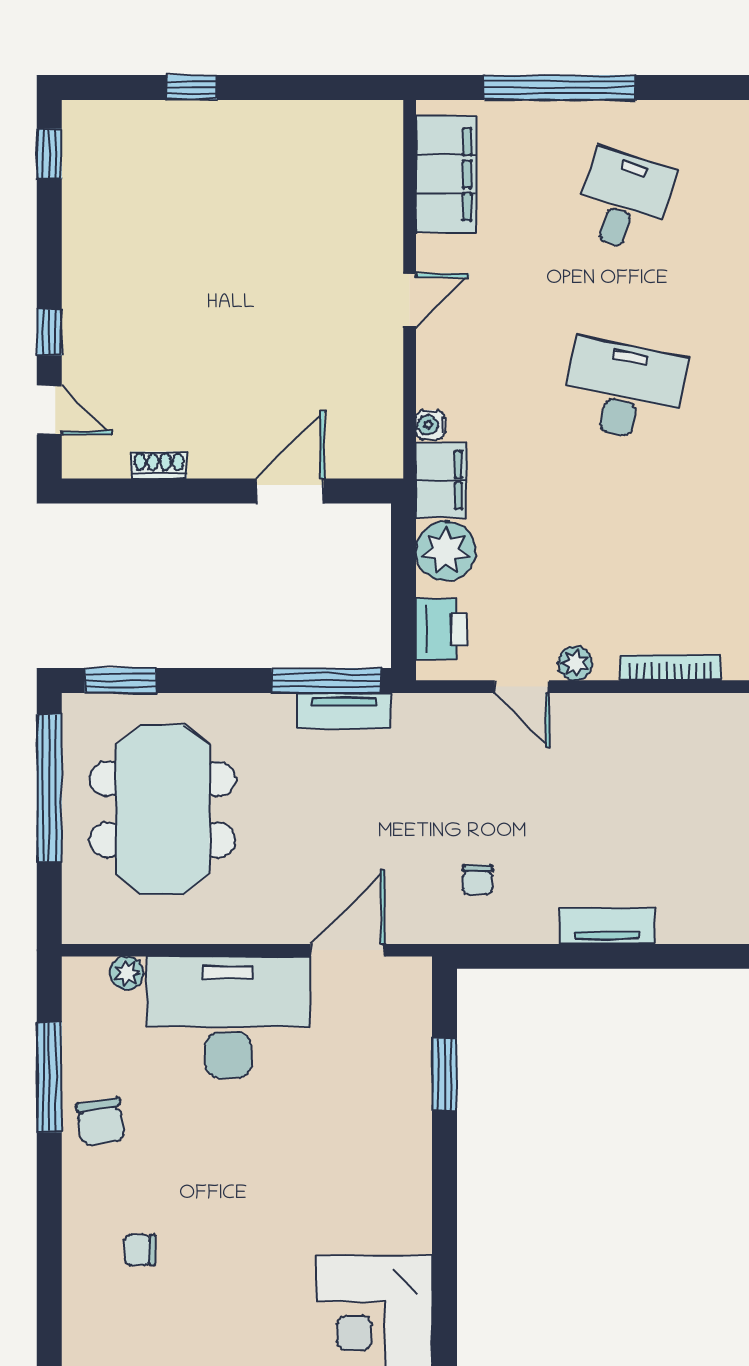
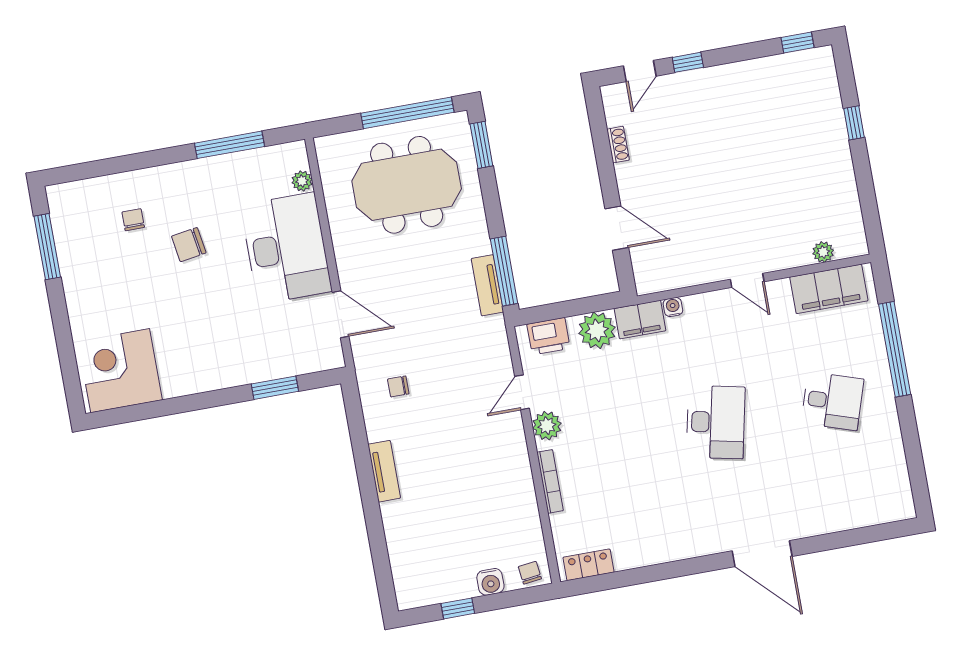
plant: (386, 173) -> (823, 252), added
plant: (575, 663) -> (547, 426), width x1.38, depth x1.38
chair: (101, 1122) -> (189, 245), moved

